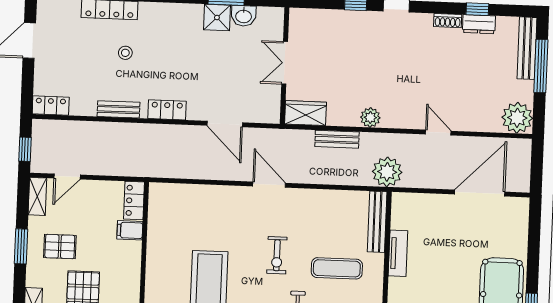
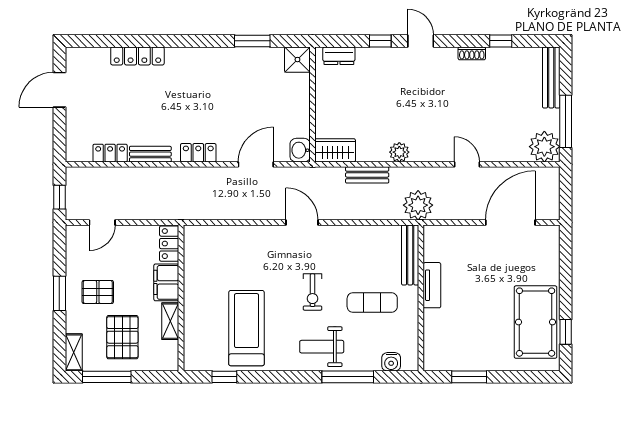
washbasin: (244, 16) -> (300, 150), moved, turned 90
shower: (217, 18) -> (297, 60), moved
dresser: (479, 24) -> (339, 56), moved
stool: (125, 53) -> (155, 98), removed
double door: (285, 63) -> (313, 102), removed
window: (541, 66) -> (566, 121), moved
locker: (51, 106) -> (110, 153), moved
door: (225, 124) -> (256, 164), swing flipped
shelving: (37, 196) -> (170, 321), moved
filing cabinet: (130, 230) -> (166, 282), width x2.00

